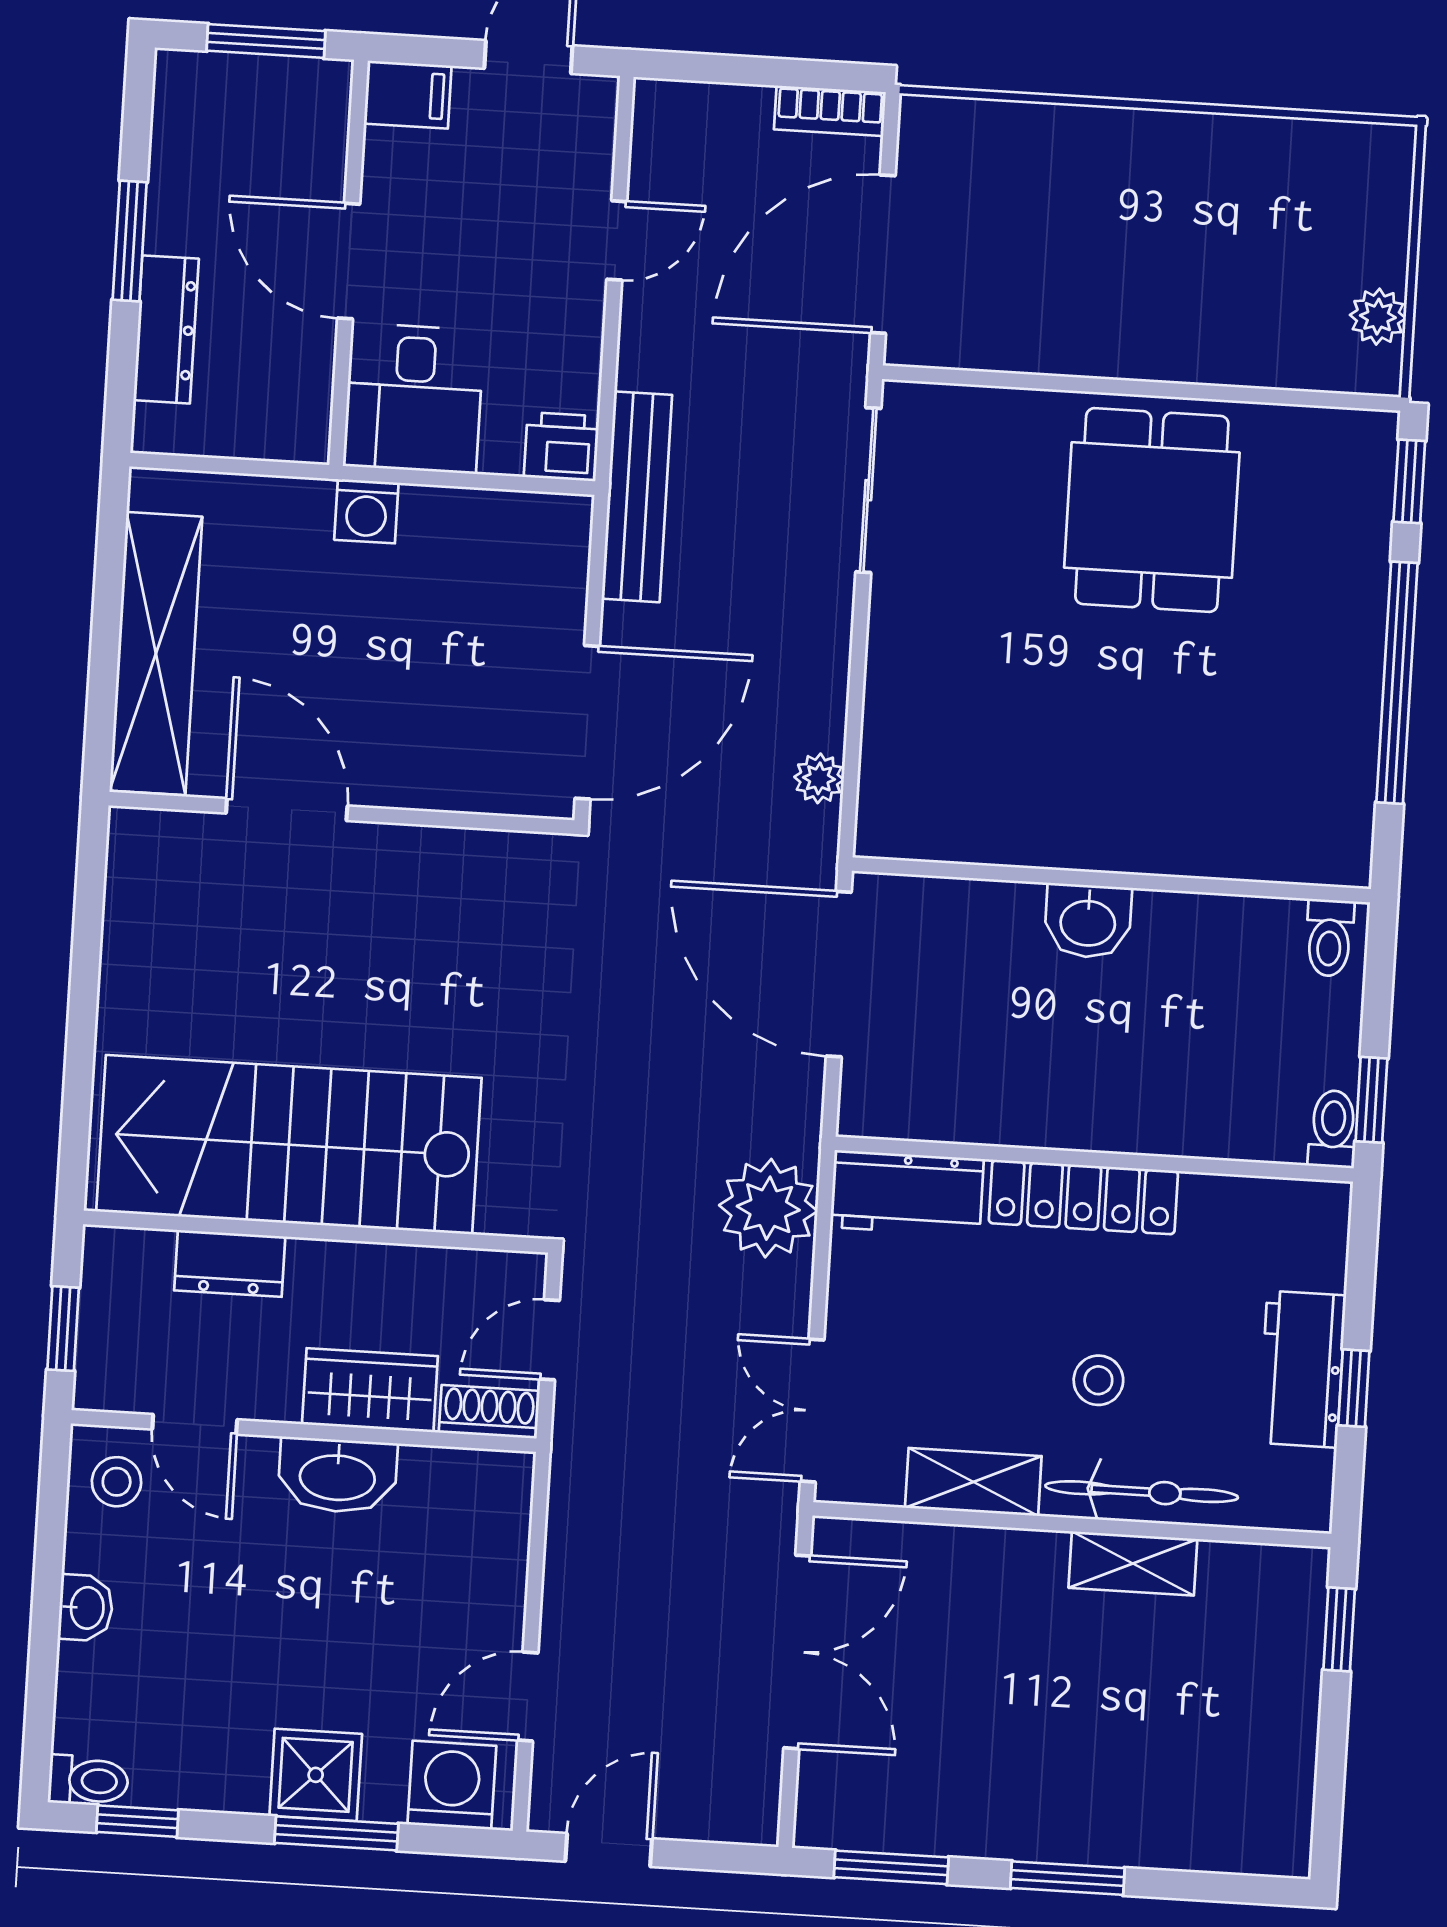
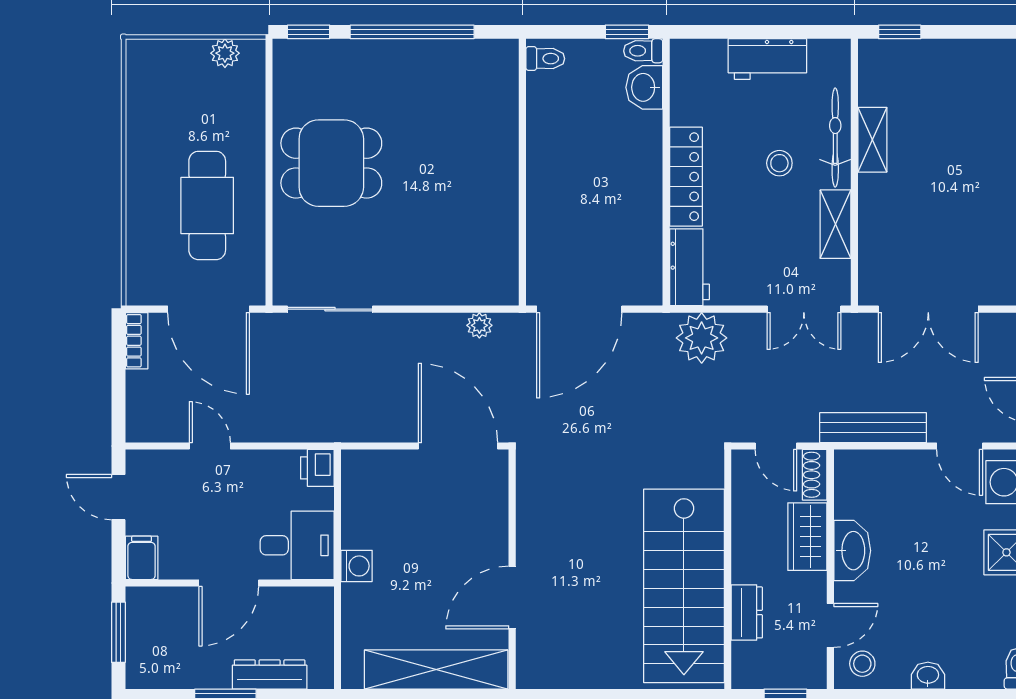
cafe table: (1084, 264) -> (207, 205), added
bench: (637, 497) -> (873, 428), moved
washbasin: (1088, 921) -> (644, 87), moved, turned 180
window: (1354, 1388) -> (775, 32), removed
double door: (797, 1652) -> (928, 309), swing flipped

